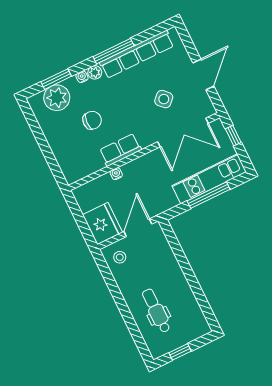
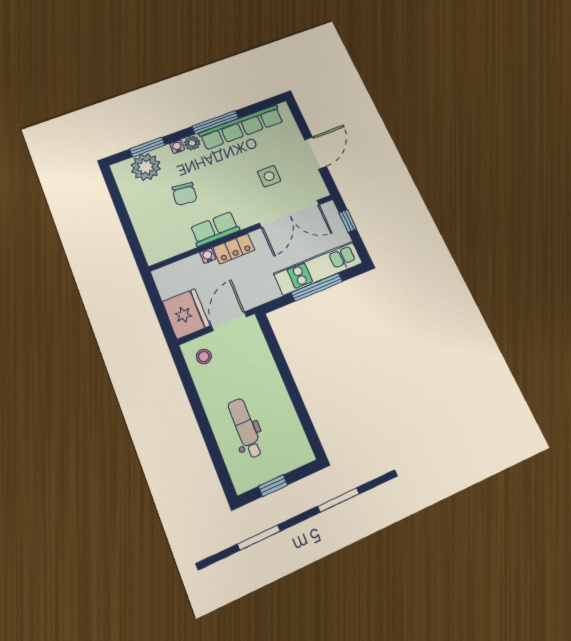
side table: (164, 99) -> (269, 176), turned 45
chair: (92, 120) -> (184, 194), turned 96
locker: (138, 166) -> (234, 249), added

